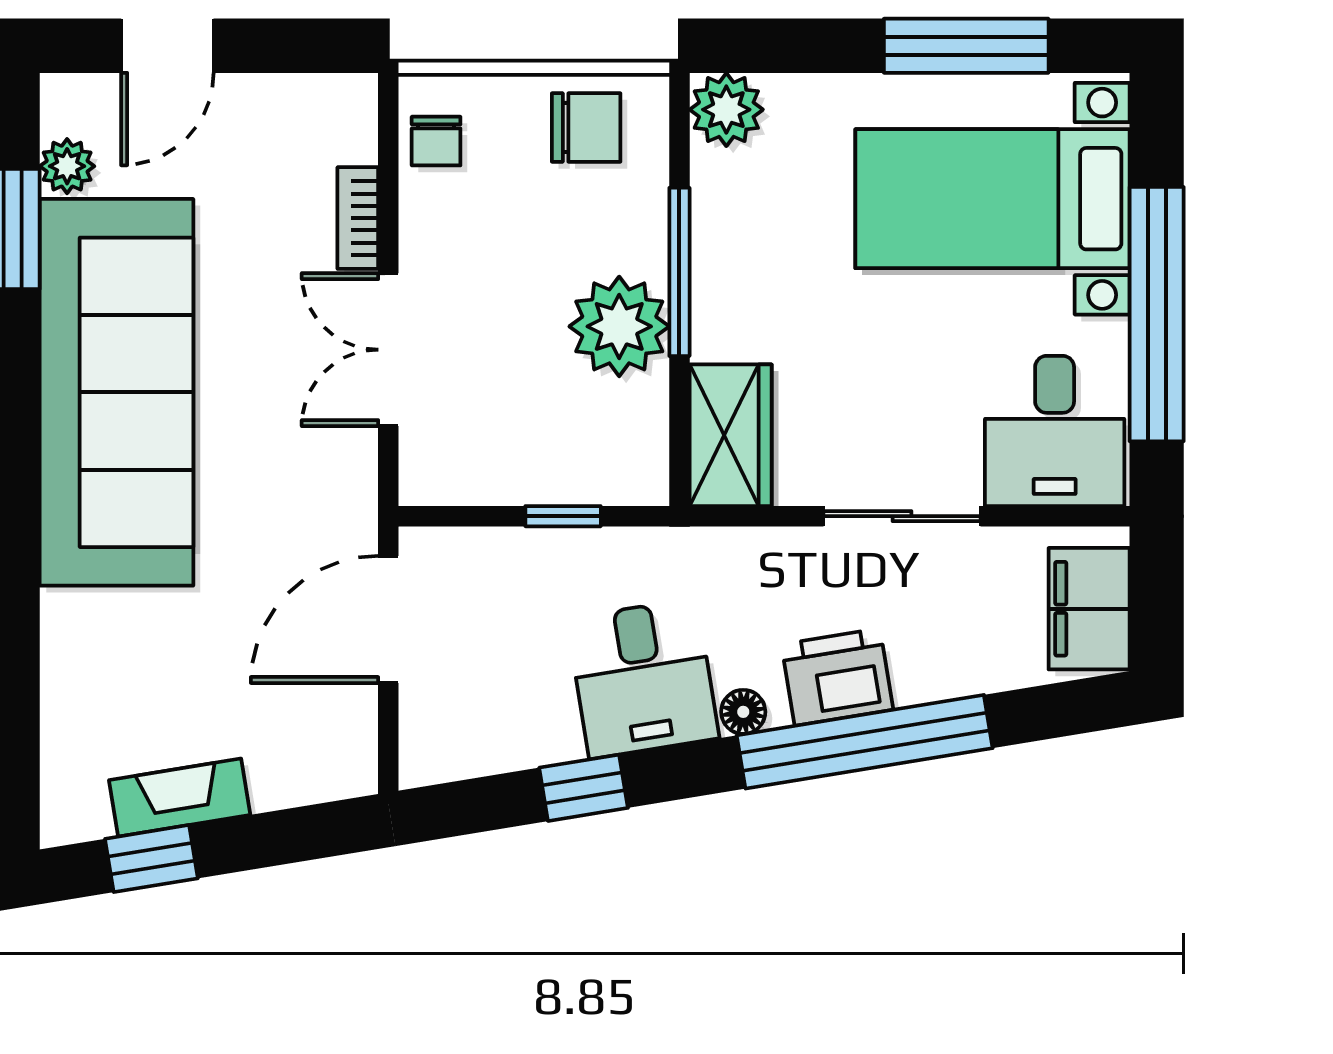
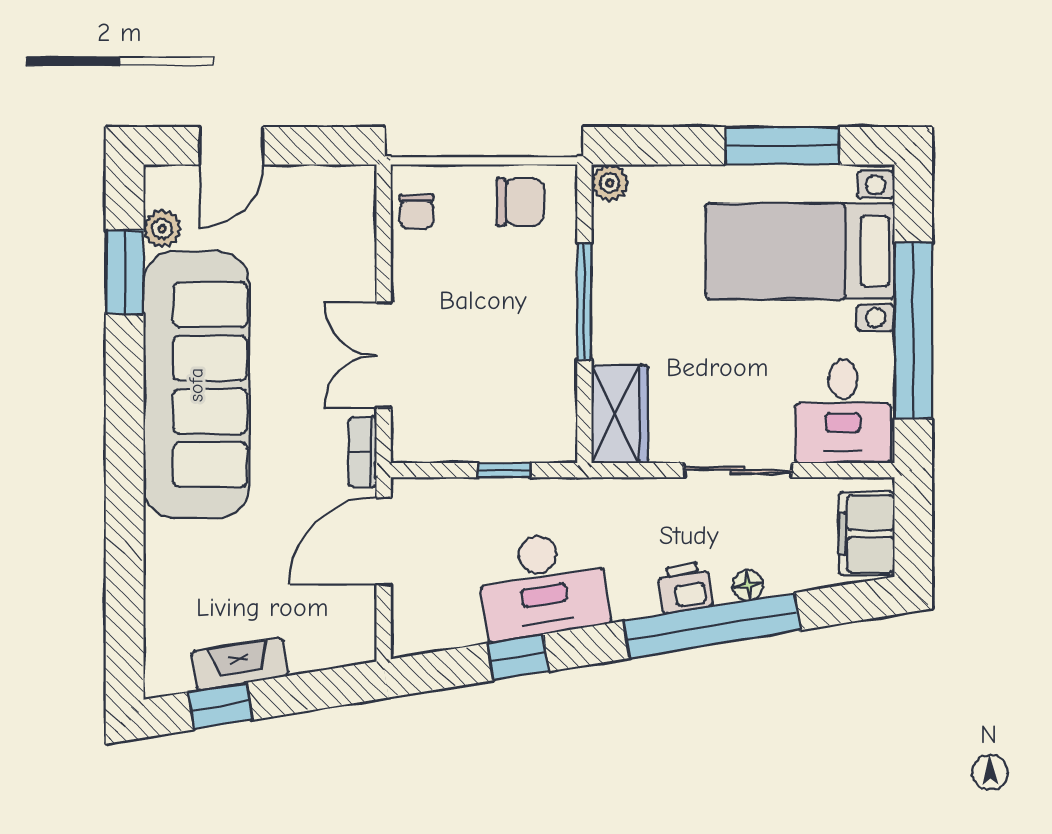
plant: (726, 110) -> (610, 183), width x0.73, depth x0.73
bookcase: (358, 218) -> (363, 452), moved
plant: (619, 326) -> (543, 339), removed
printer: (837, 677) -> (685, 588), width x0.73, depth x0.81
desk: (643, 678) -> (542, 585), width x1.37
floor lamp: (743, 712) -> (748, 585), moved

